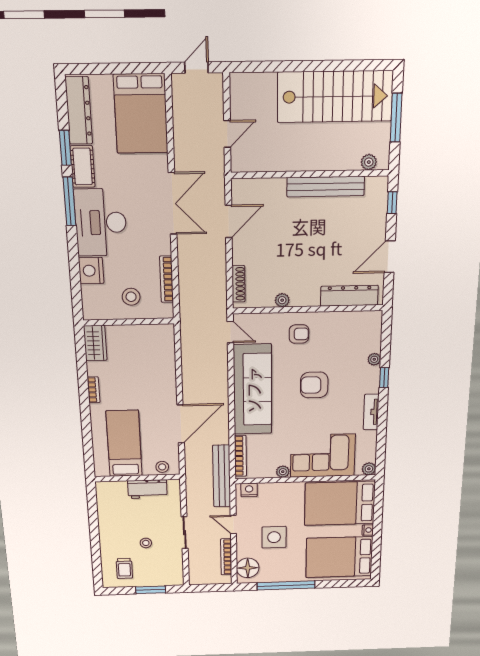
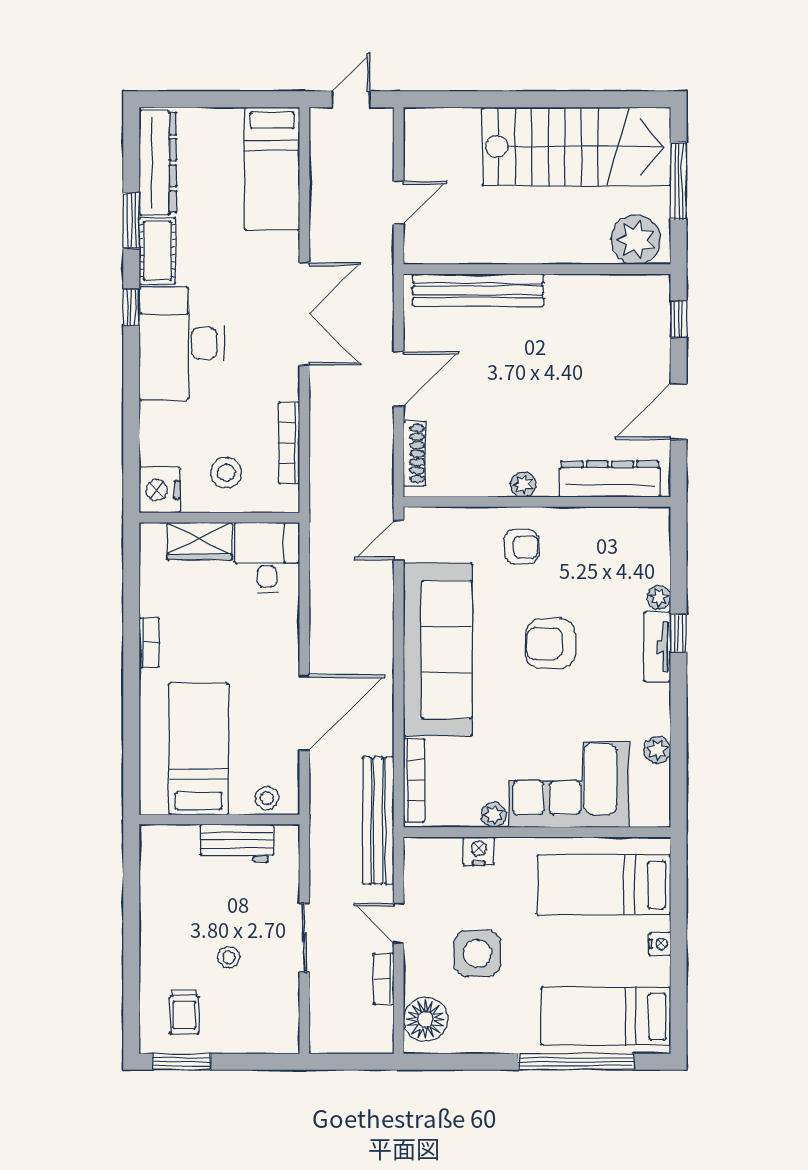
bed: (141, 114) -> (272, 169), width x0.67
plant: (369, 162) -> (636, 240), width x1.88, depth x1.88
bench: (326, 187) -> (478, 290), moved
window: (69, 201) -> (131, 307), width x0.46
door: (229, 221) -> (399, 379), moved
nightstand: (91, 271) -> (160, 490), moved
plant: (282, 300) -> (523, 484), moved
door: (230, 332) -> (399, 540), swing flipped
wardrobe: (95, 343) -> (199, 541), moved, turned 90
desk: (157, 343) -> (267, 557), added
tv unit: (371, 412) -> (657, 647), moved
plant: (369, 469) -> (657, 750), moved
nightstand: (249, 490) -> (479, 851), moved
bed: (340, 503) -> (604, 885), width x0.67
bookcase: (226, 557) -> (384, 979), width x0.64
bed: (339, 557) -> (606, 1016), width x0.67
window: (286, 585) -> (576, 1062), moved
window: (151, 590) -> (182, 1062), moved

